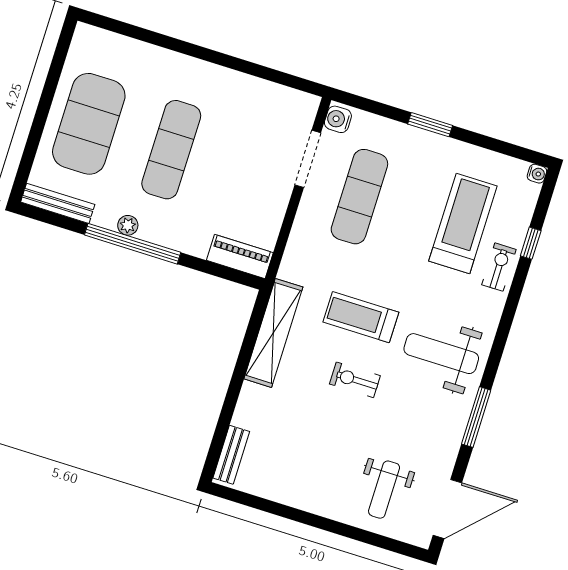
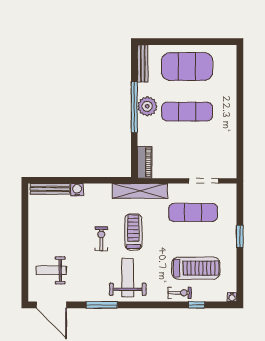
water cooler: (338, 119) -> (77, 190), moved
plant: (128, 225) -> (147, 106), width x1.88, depth x1.88
shelving: (273, 333) -> (140, 191), moved
bench: (231, 455) -> (50, 189), width x1.36

